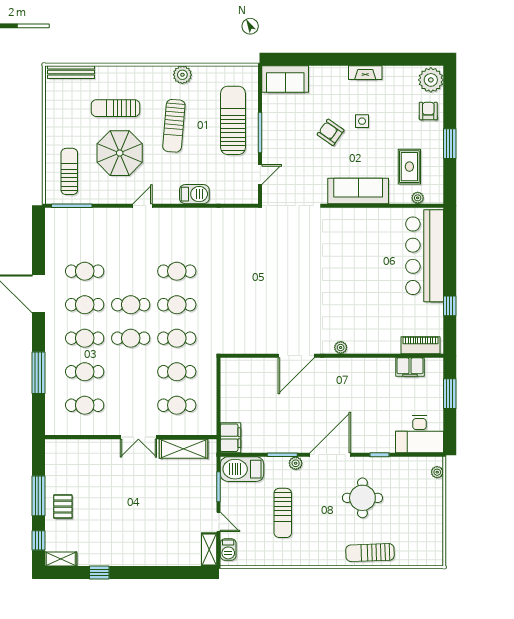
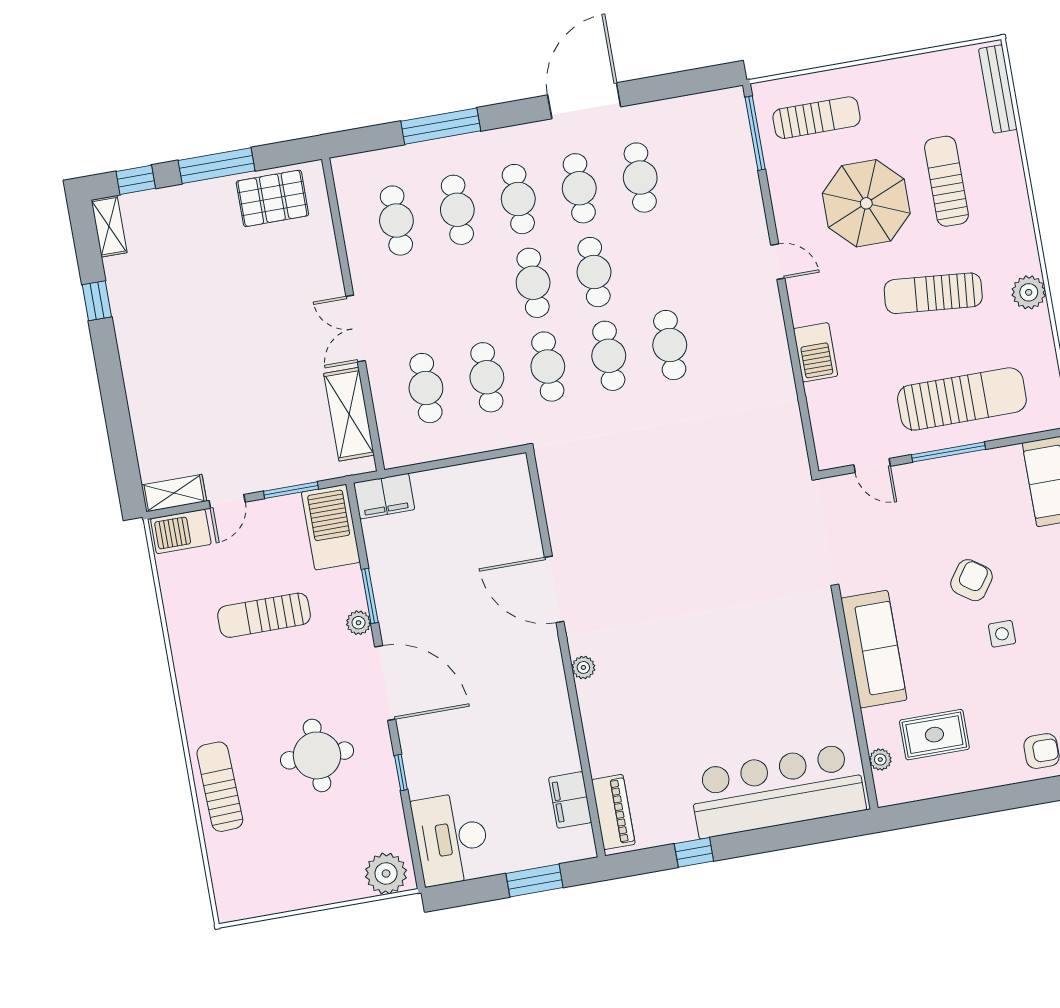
window: (450, 144) -> (989, 800), removed
plant: (437, 472) -> (386, 873), width x1.88, depth x1.88
pallet: (63, 507) -> (272, 198), moved, width x1.50, depth x1.42
barbecue: (228, 549) -> (181, 531), width x1.38, depth x1.27

